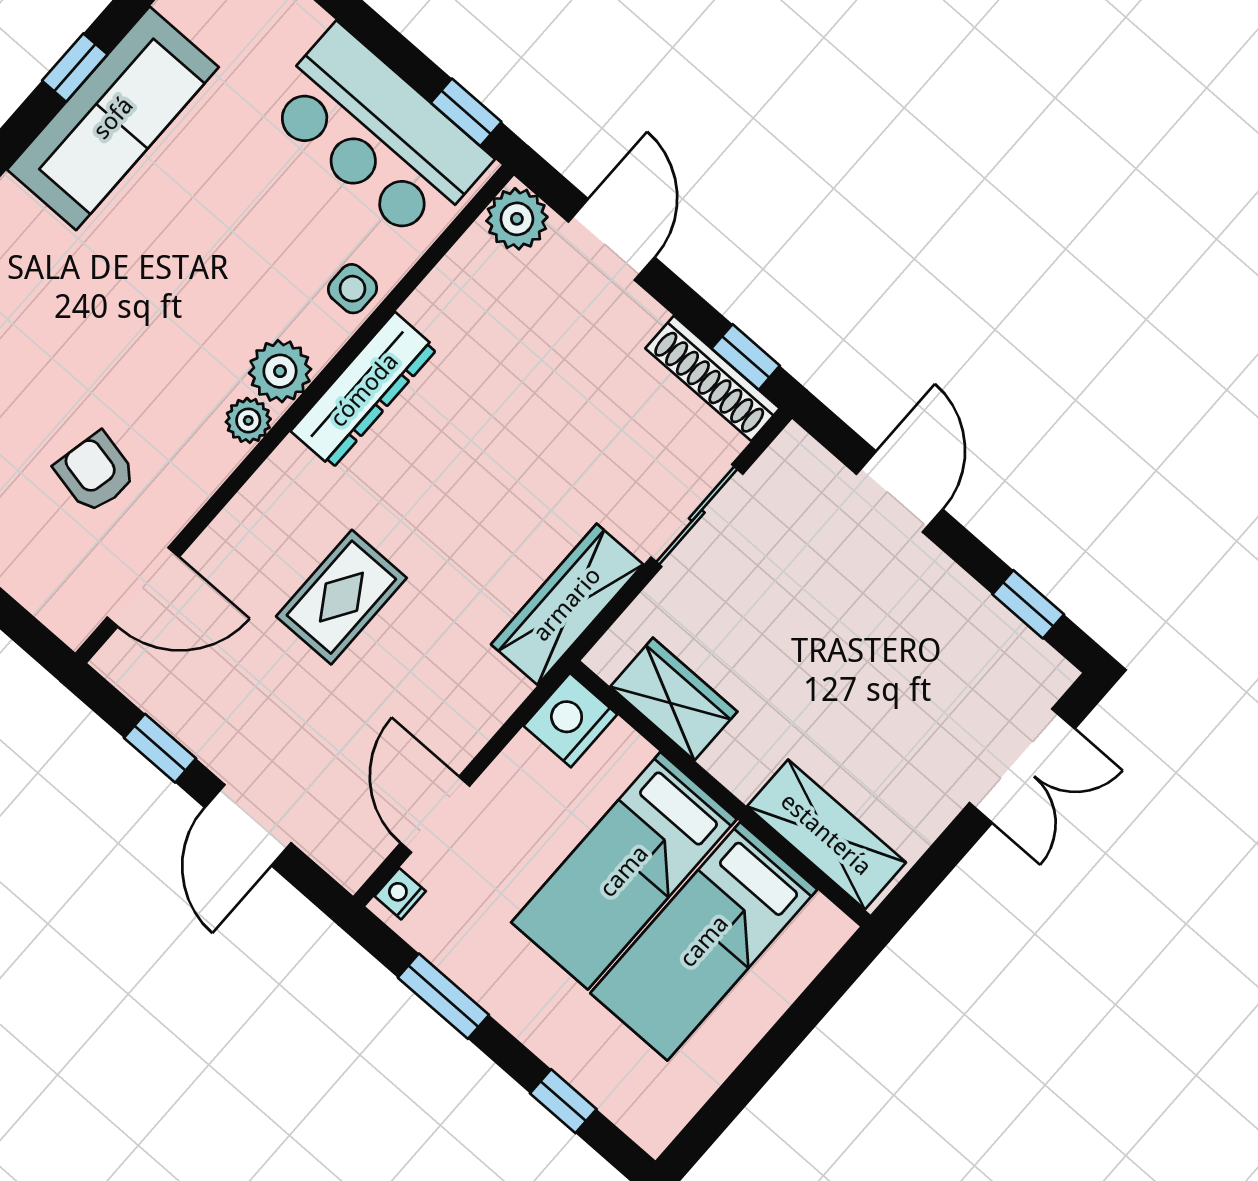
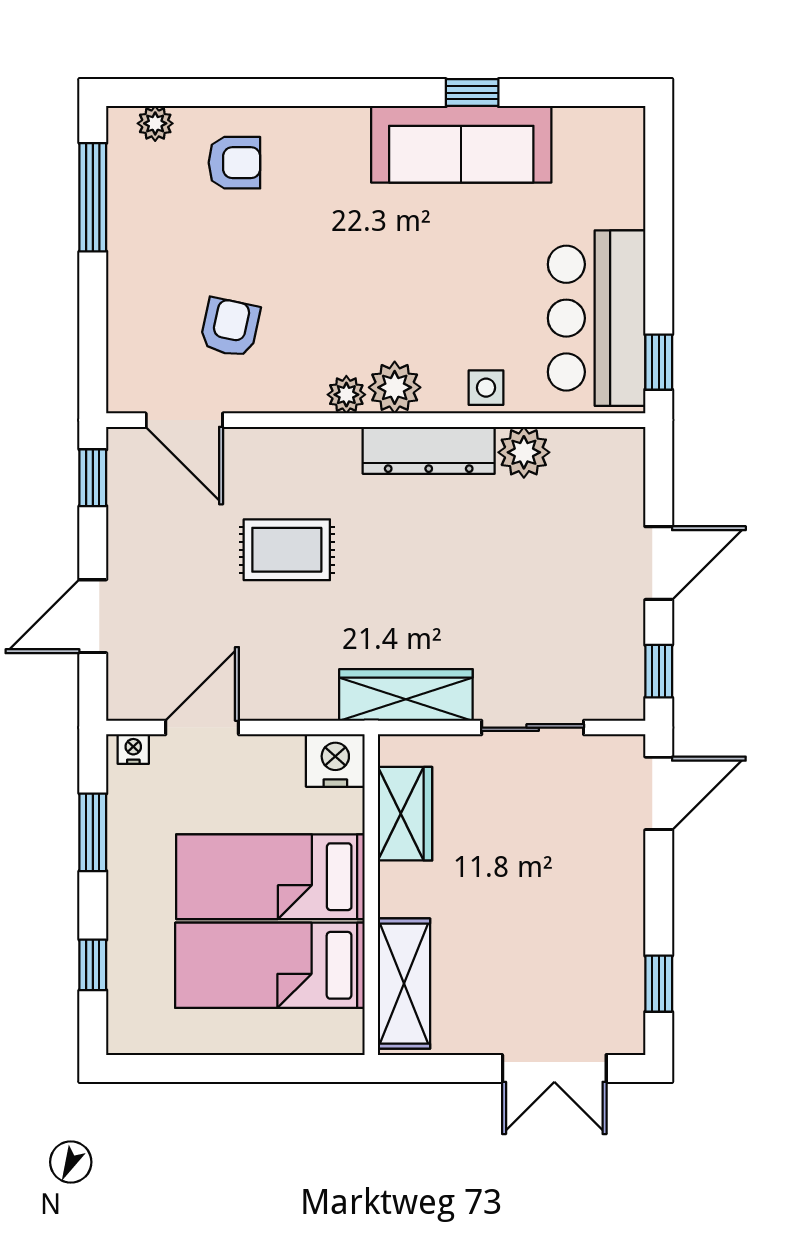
plant: (517, 219) -> (524, 452), moved
door: (611, 239) -> (659, 563), moved
shoe rack: (713, 378) -> (627, 662), removed
door: (899, 492) -> (659, 793), moved
window: (160, 748) -> (93, 478), moved

